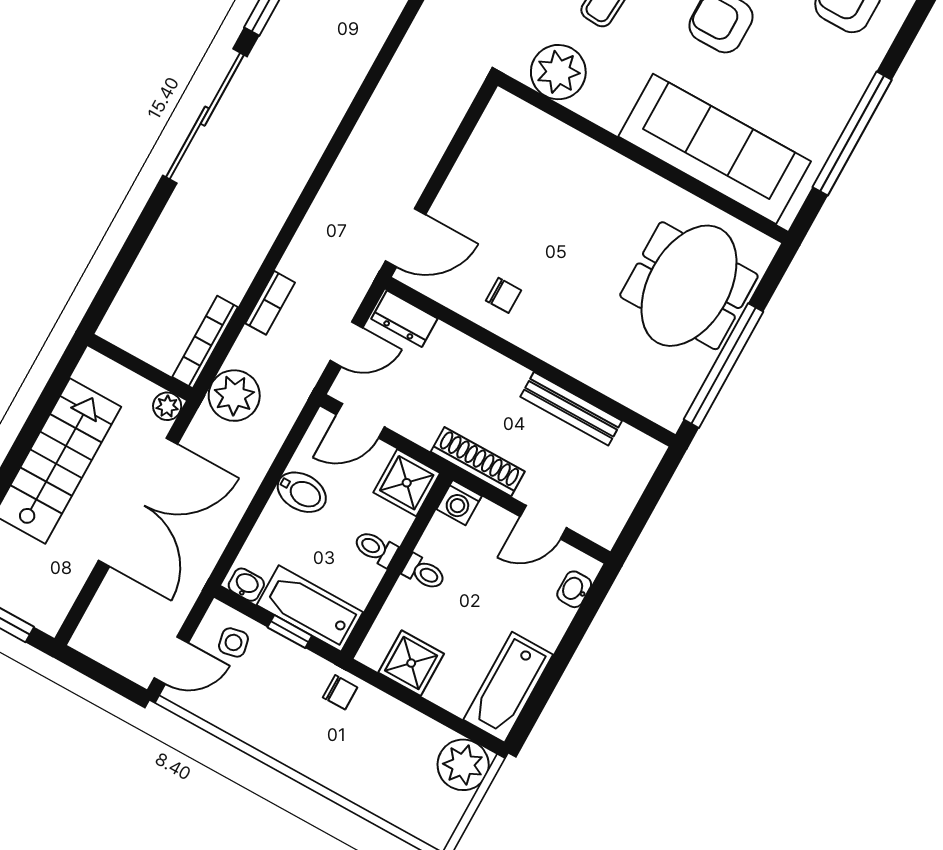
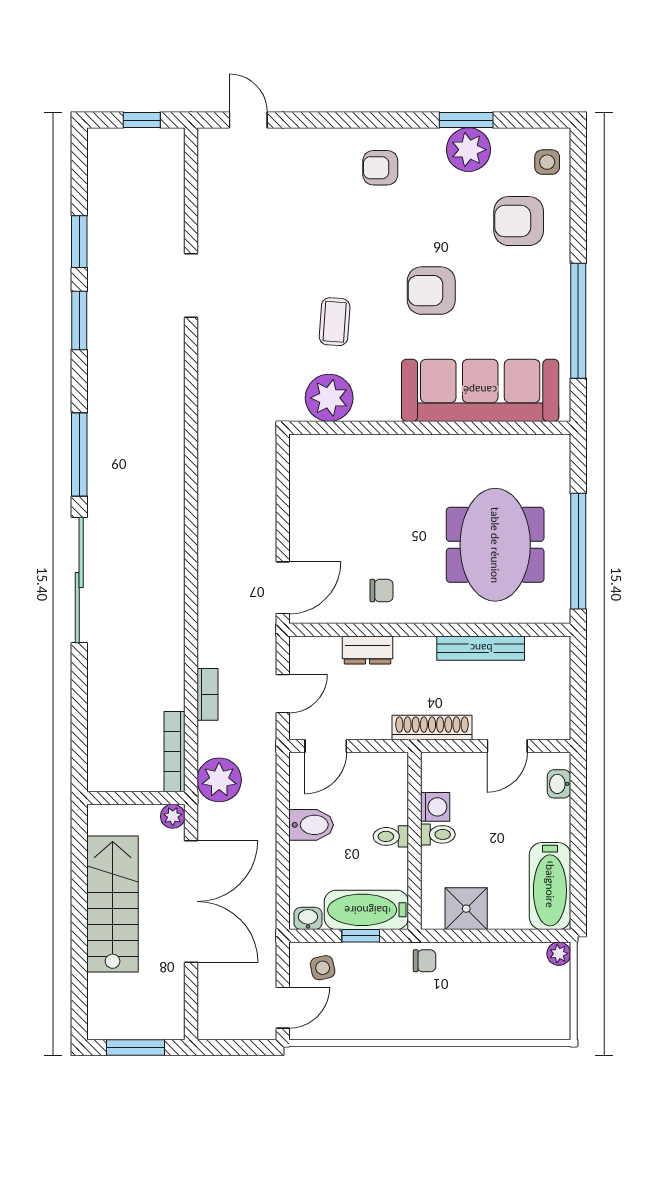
meeting table: (689, 286) -> (495, 545), moved
dresser: (404, 319) -> (367, 650), moved
shower: (407, 483) -> (387, 774), removed
washing machine: (459, 503) -> (435, 807), moved, turned -90
plant: (463, 765) -> (559, 954), width x0.53, depth x0.53

